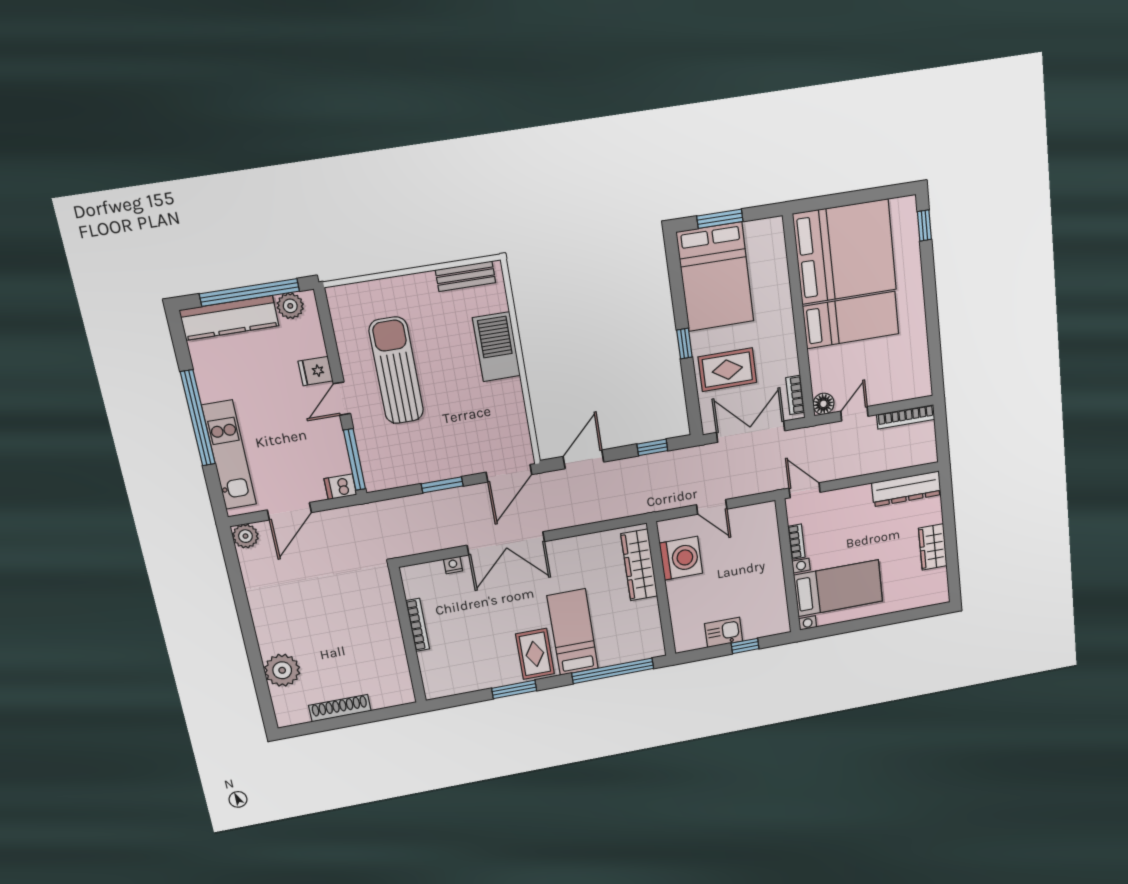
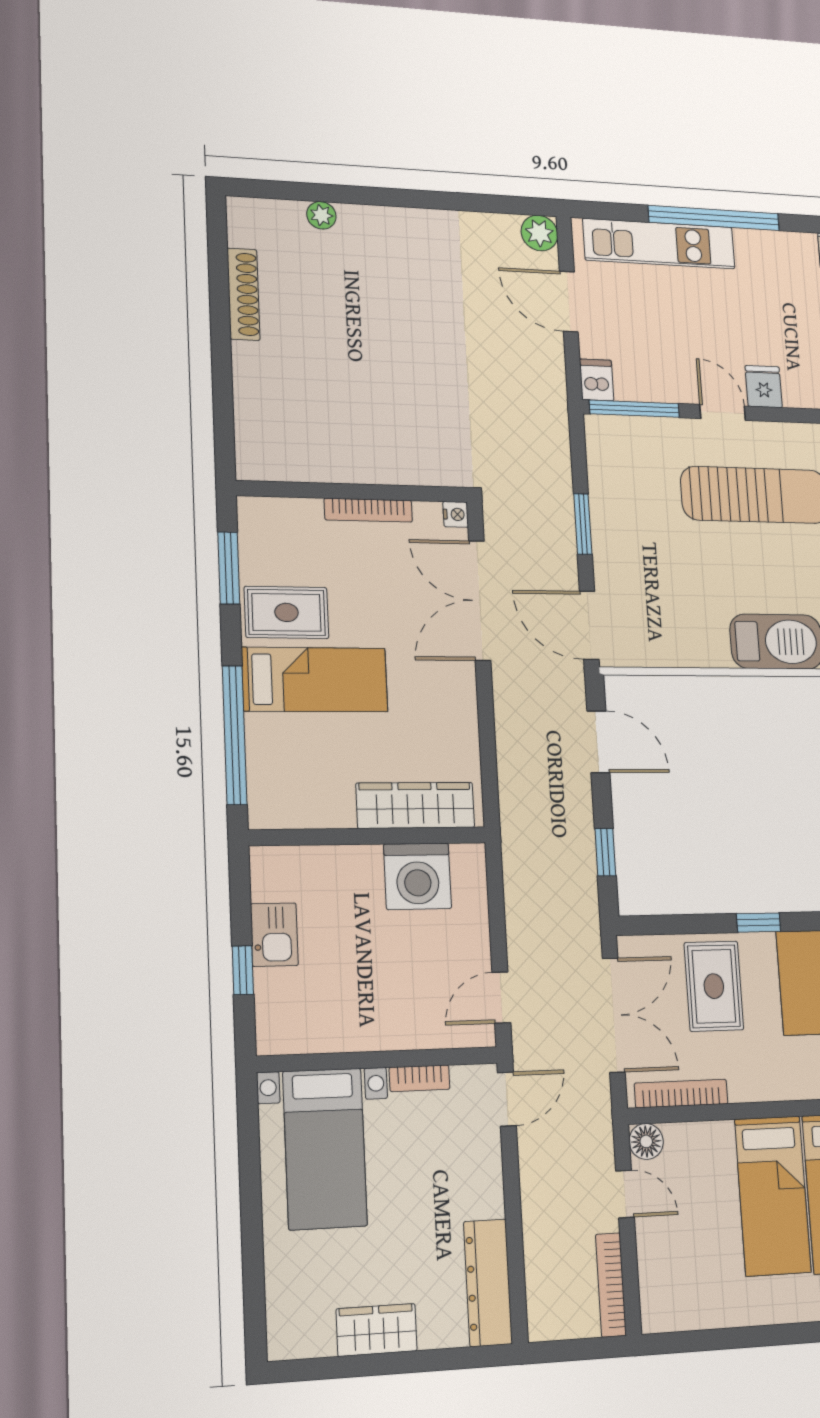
bookcase: (795, 395) -> (681, 1094), width x1.56
door: (712, 507) -> (501, 998), moved
bookcase: (418, 625) -> (368, 510), moved
wall: (408, 636) -> (353, 491), moved
plant: (282, 670) -> (321, 215), width x0.53, depth x0.53

